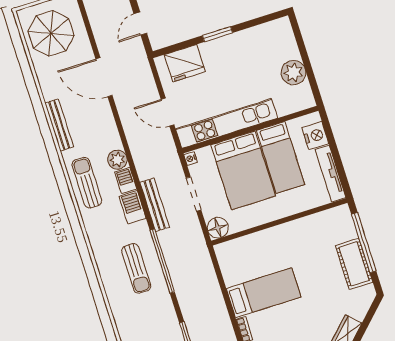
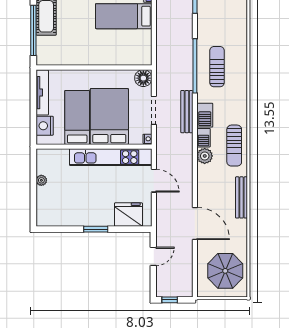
plant: (293, 73) -> (41, 180), width x0.53, depth x0.53

